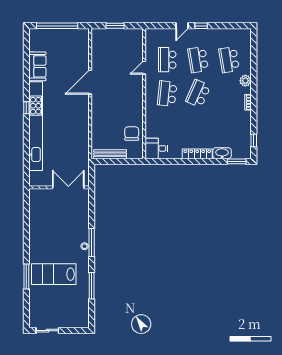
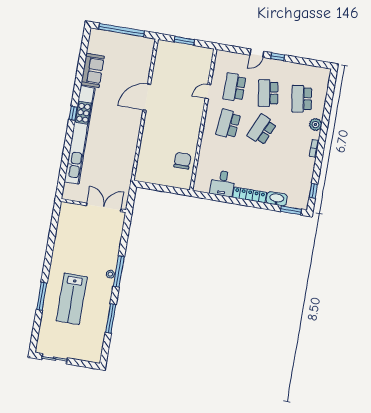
desk: (156, 148) -> (223, 183), moved, turned -90
bench: (110, 154) -> (155, 179), removed
lab bench: (54, 274) -> (72, 299), turned -90

